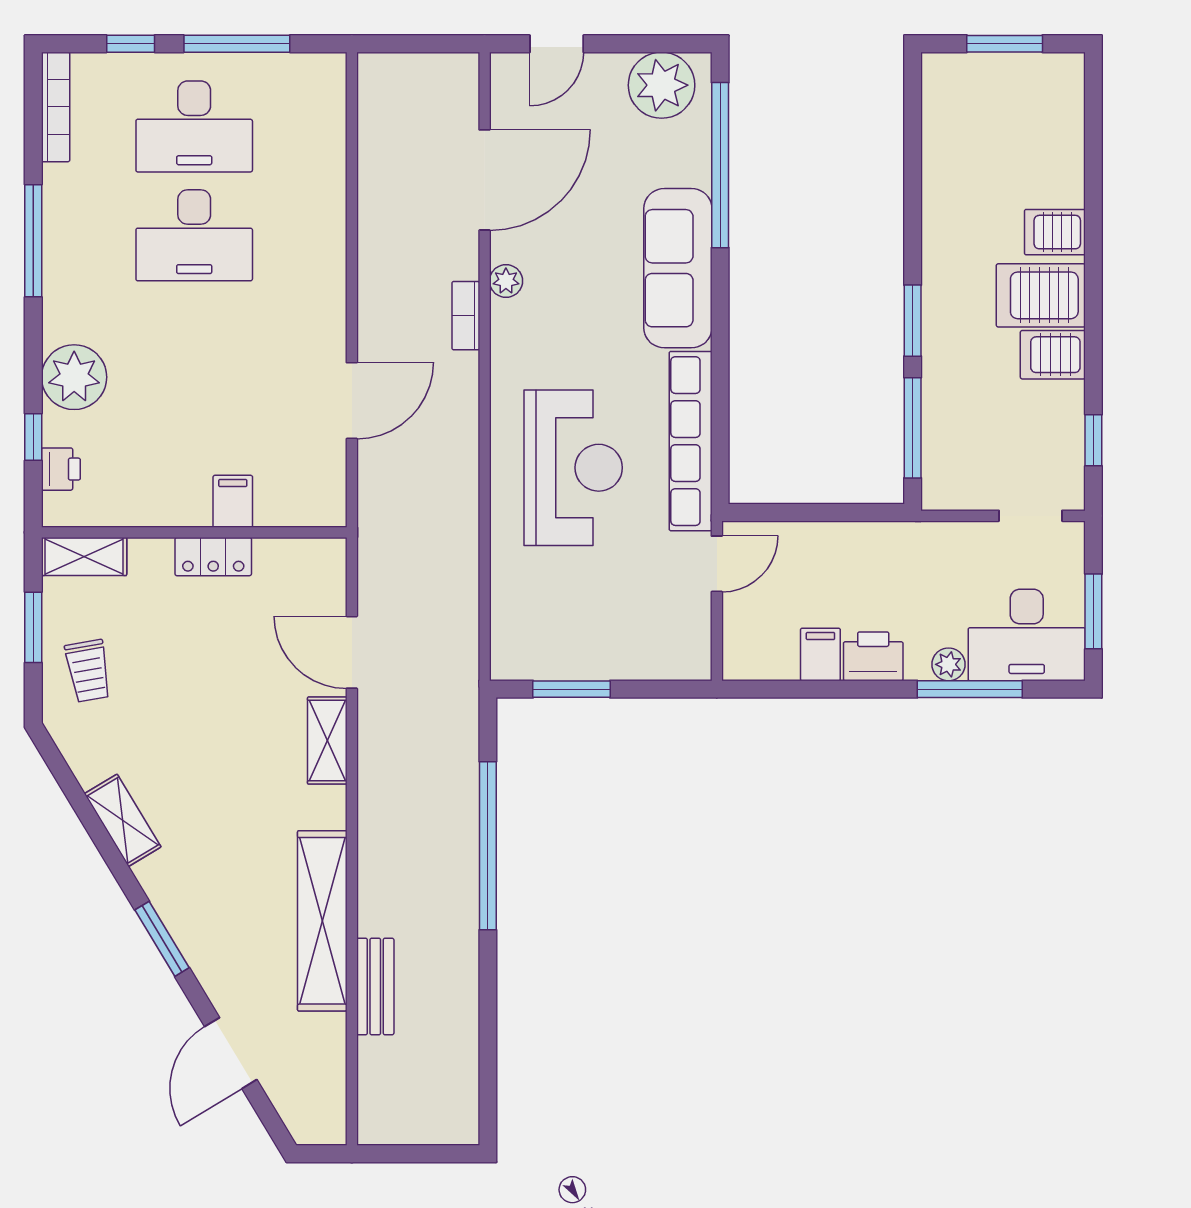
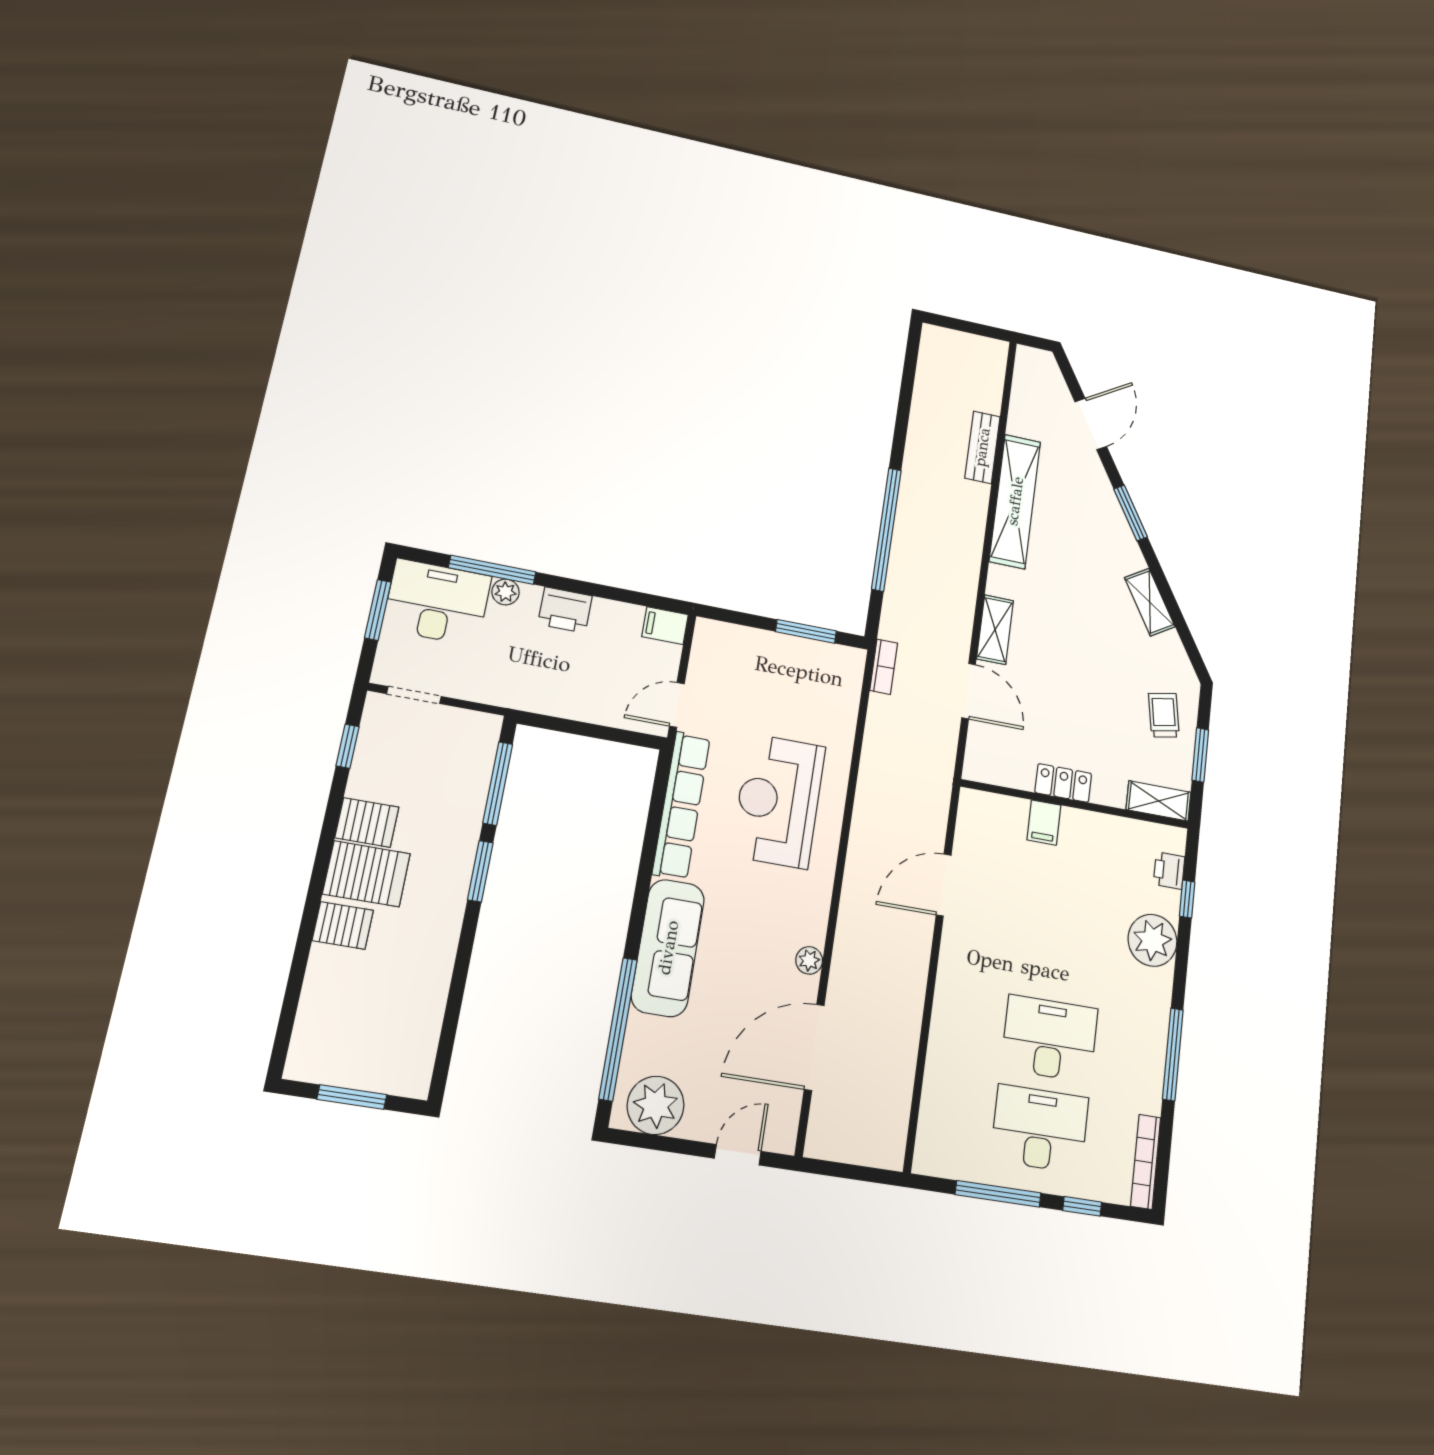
bookcase: (466, 316) -> (884, 667), moved
filing cabinet: (820, 654) -> (665, 626), moved, turned 90

